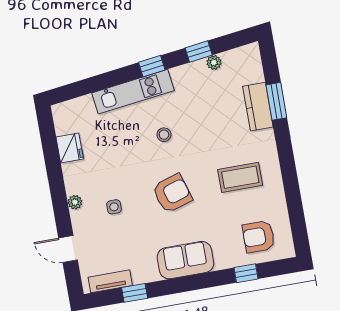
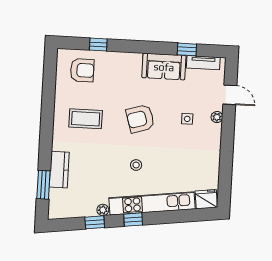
plant: (214, 62) -> (103, 210), moved
kitchen unit: (133, 92) -> (152, 203), width x1.36
window: (276, 101) -> (43, 185), moved
fridge: (70, 148) -> (206, 199), moved, turned 83
plant: (75, 202) -> (217, 117), moved
sofa: (185, 260) -> (164, 67), moved

